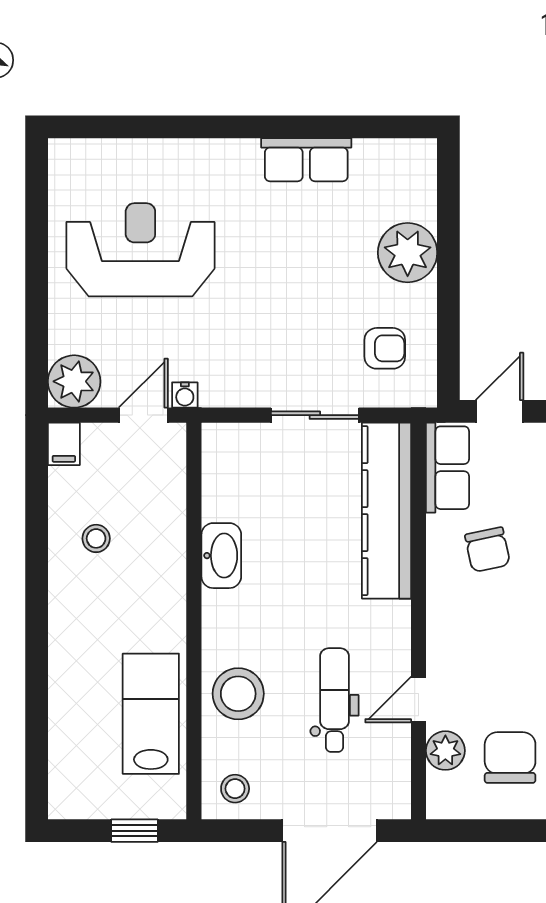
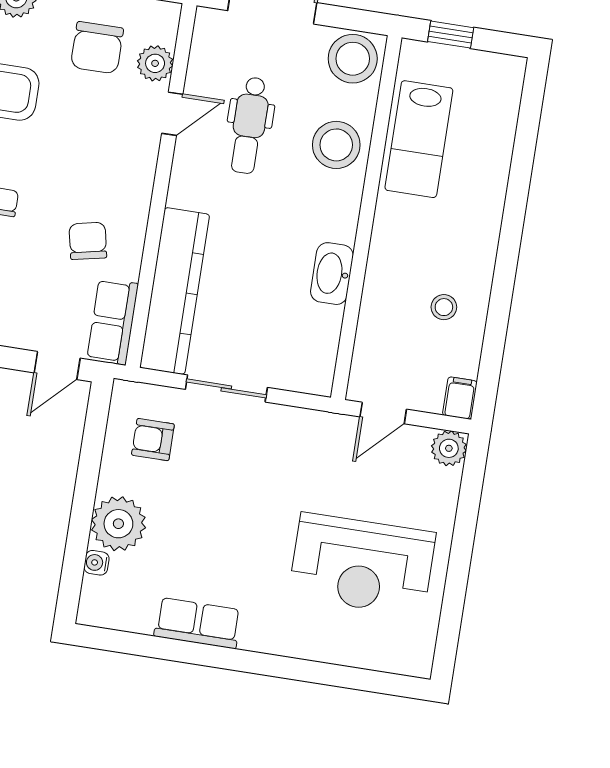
plant: (74, 381) -> (449, 448), width x0.73, depth x0.73
water cooler: (185, 395) -> (96, 563), moved, turned -90
stool: (235, 789) -> (353, 59), width x1.89, depth x1.89

